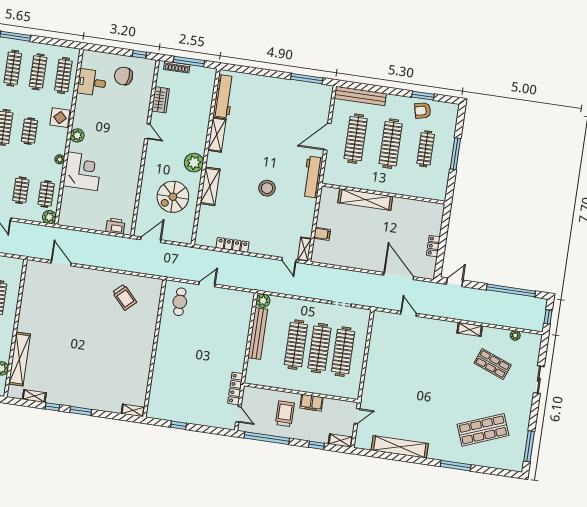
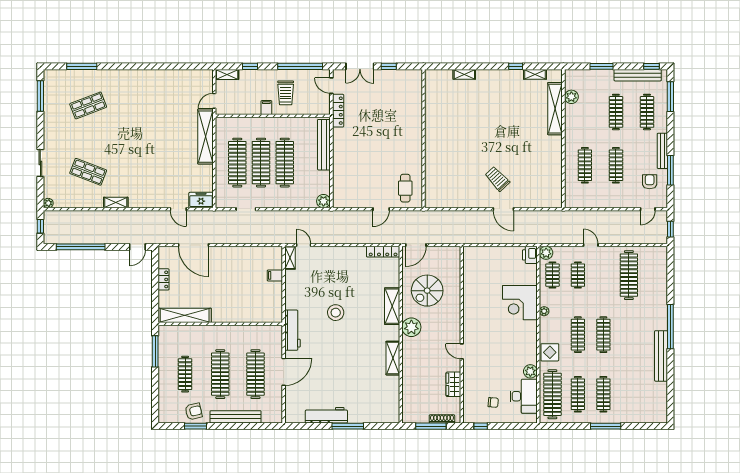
clothes rail: (63, 76) -> (552, 394), width x1.37, depth x1.31
chair: (124, 76) -> (493, 402), width x0.54, depth x0.54
window: (307, 79) -> (348, 426), moved
desk: (92, 82) -> (524, 396), width x1.37
workbench: (224, 96) -> (326, 415), moved, turned 90
bench: (360, 96) -> (236, 417), moved
clothes rail: (29, 131) -> (578, 335), width x1.36
plant: (77, 135) -> (530, 371), moved
window: (455, 154) -> (155, 351), moved
spiral stairs: (173, 197) -> (427, 291), turned 180
shelving: (365, 200) -> (185, 315), moved
printer: (115, 226) -> (530, 255), moved, turned 90
door: (151, 240) -> (416, 245), moved
locker: (233, 245) -> (383, 252), moved
door: (61, 263) -> (503, 209), moved
trolley: (124, 297) -> (497, 179), moved
freezer: (385, 319) -> (201, 200), added
bench: (258, 333) -> (324, 145), moved
plant: (515, 335) -> (48, 203), moved
filing cabinet: (311, 403) -> (266, 108), width x0.50
shelving: (133, 410) -> (464, 74), moved
window: (81, 411) -> (487, 66), removed
double door: (207, 429) -> (360, 66), added
shop shelf: (483, 430) -> (88, 105), width x0.70, depth x0.74
shelving: (400, 447) -> (206, 137), moved, turned 90
window: (456, 466) -> (82, 66), moved

